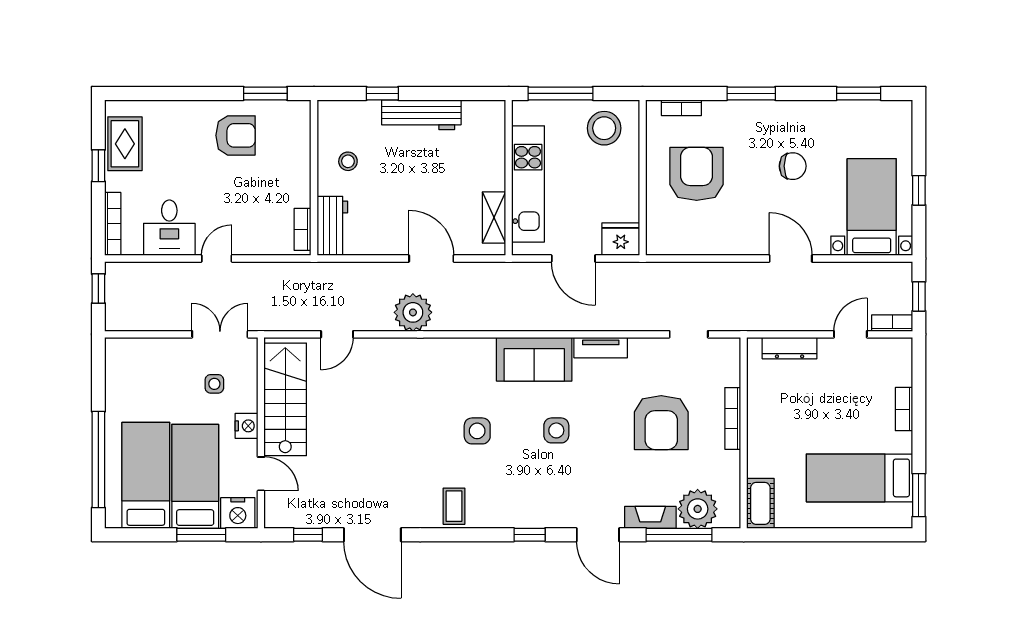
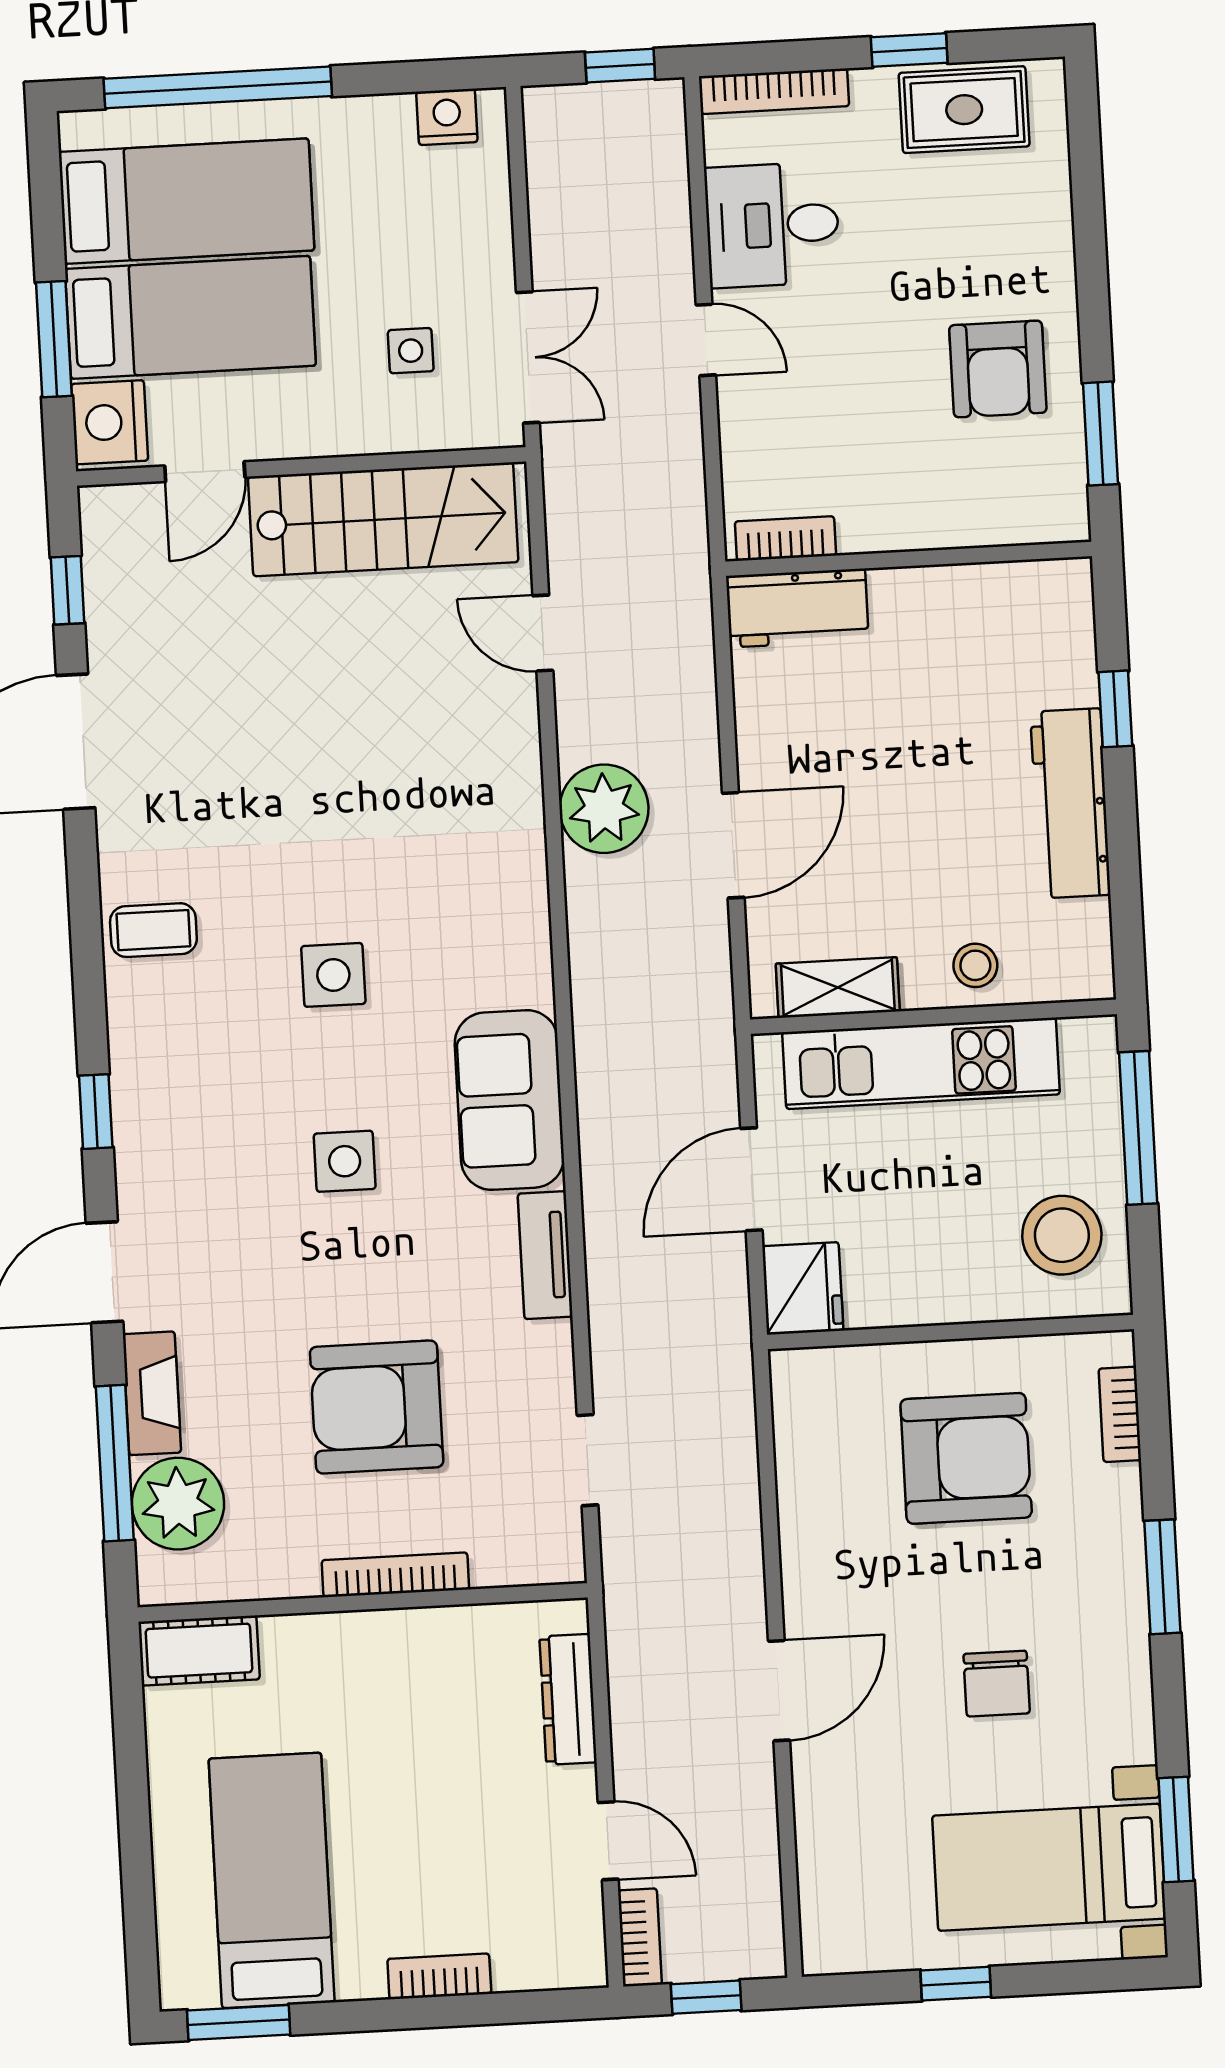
stool: (348, 161) -> (975, 965), moved
bed with nightstands: (872, 207) -> (1049, 1867), moved, turned 180
nightstand: (246, 426) -> (447, 117), moved, turned 180

